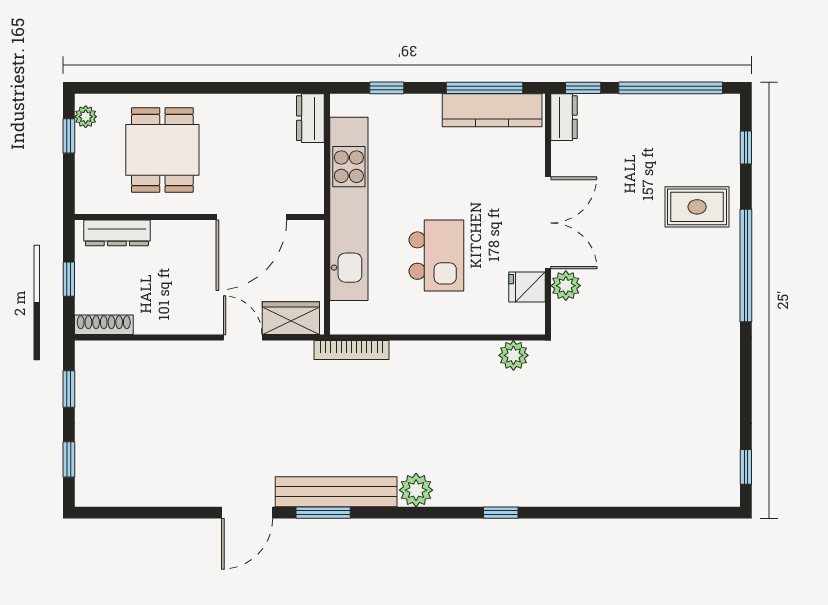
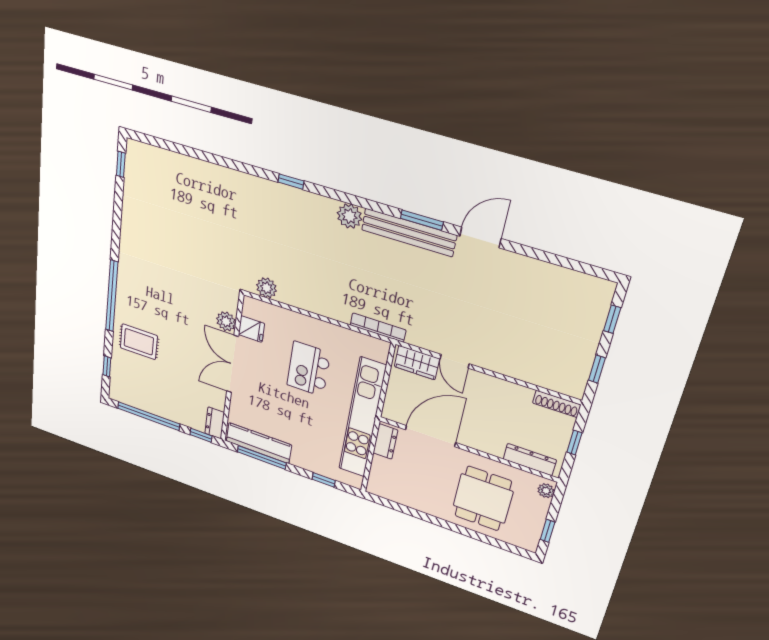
plant: (86, 117) -> (546, 491), moved
dresser: (310, 118) -> (385, 442), moved

